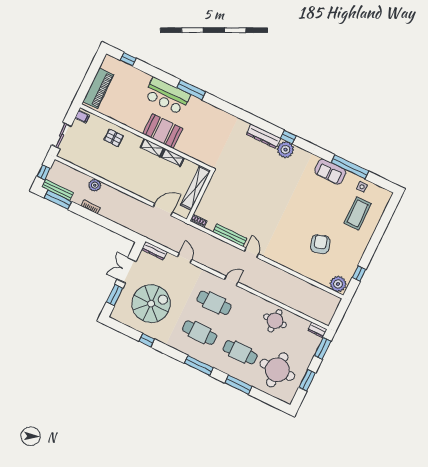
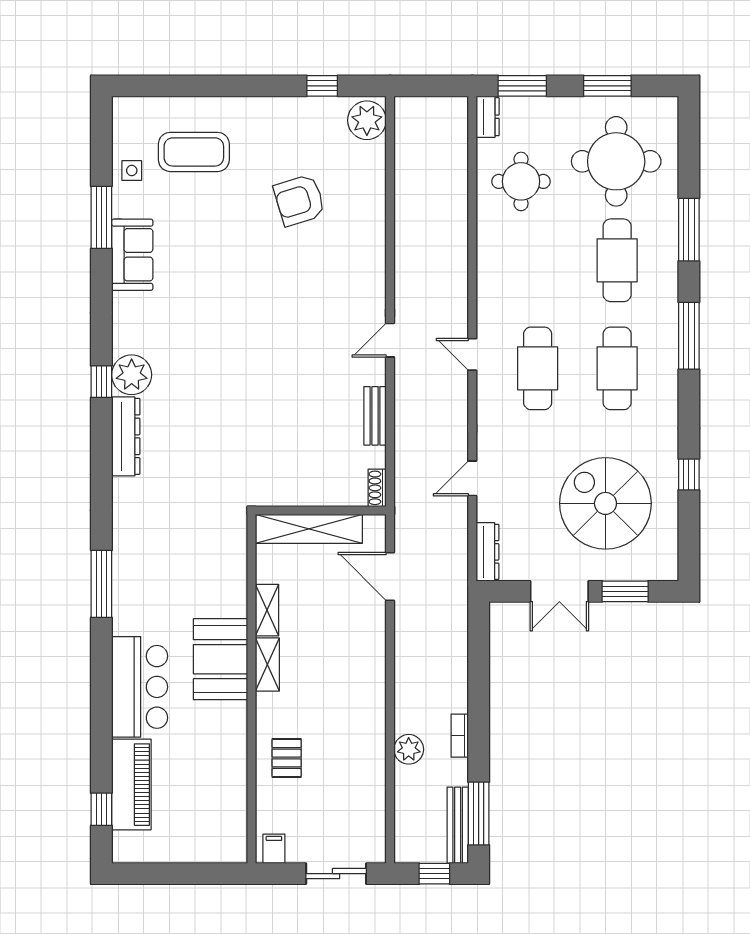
piano: (98, 88) -> (131, 785), moved, turned 90
window: (191, 90) -> (101, 584), moved
window: (350, 167) -> (101, 217), width x0.68
bench: (230, 235) -> (375, 416), width x0.73
round table: (275, 321) -> (521, 181), moved

